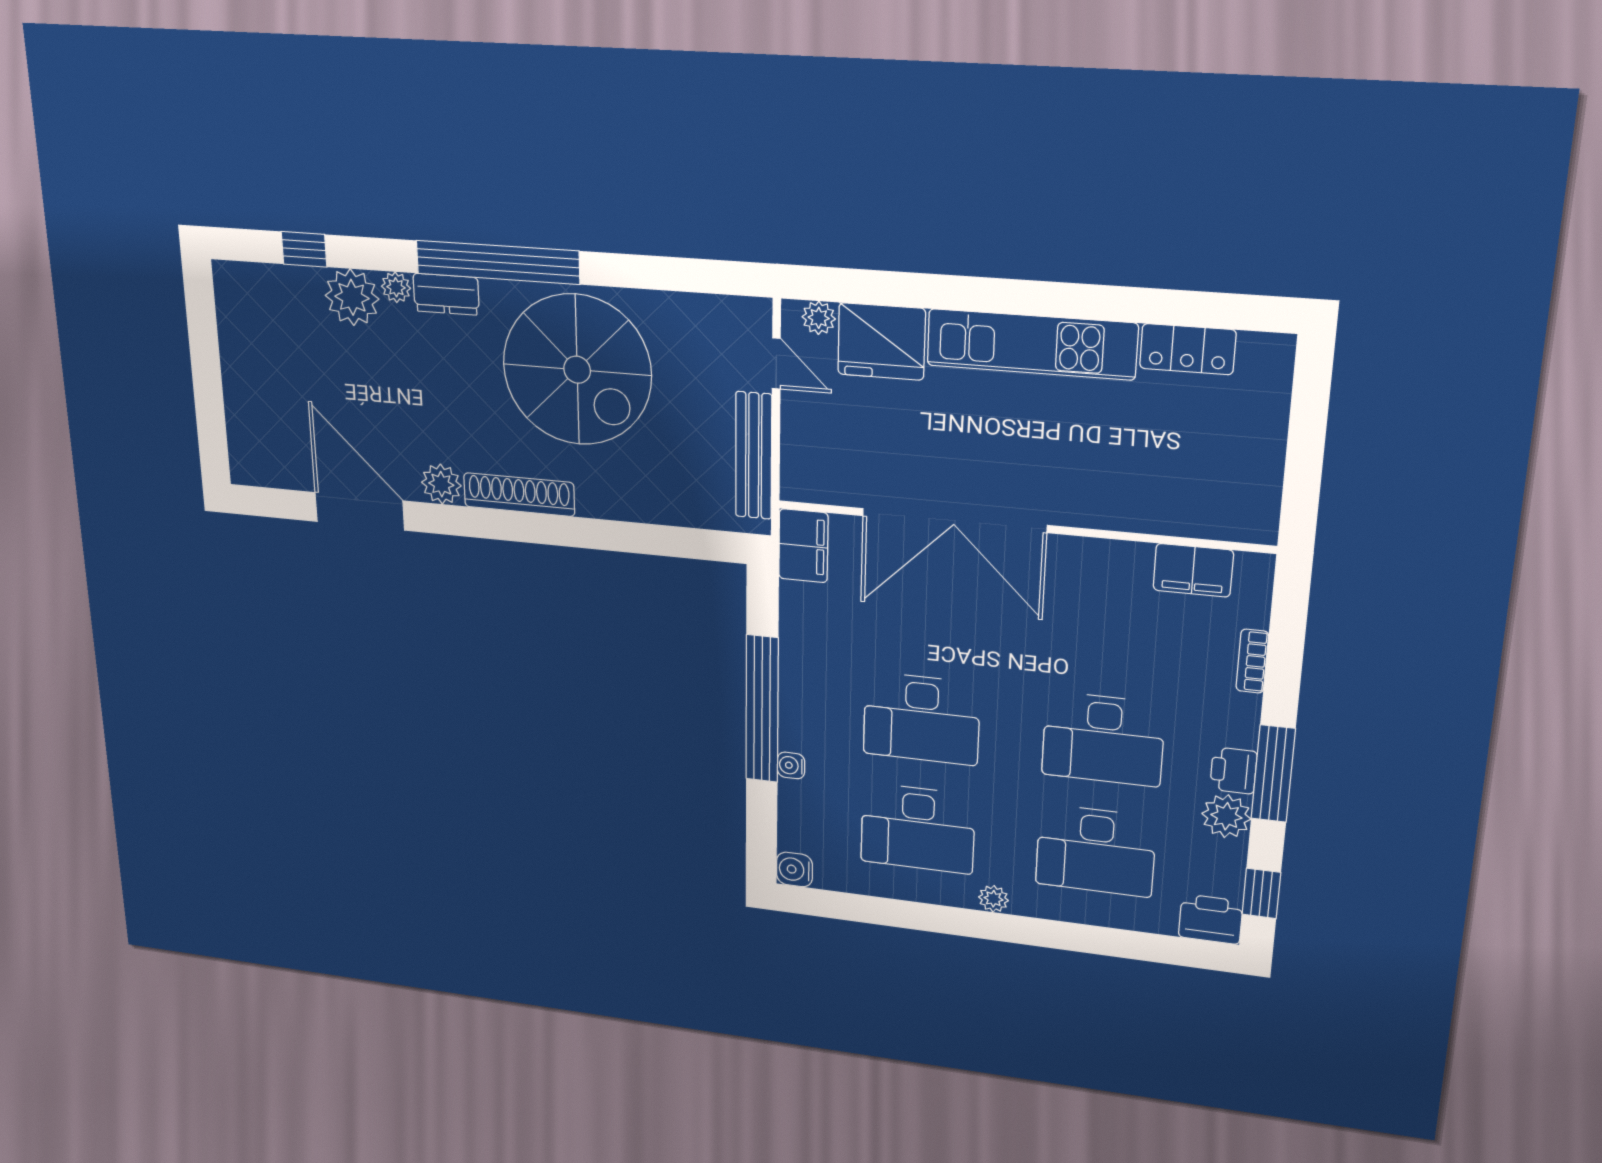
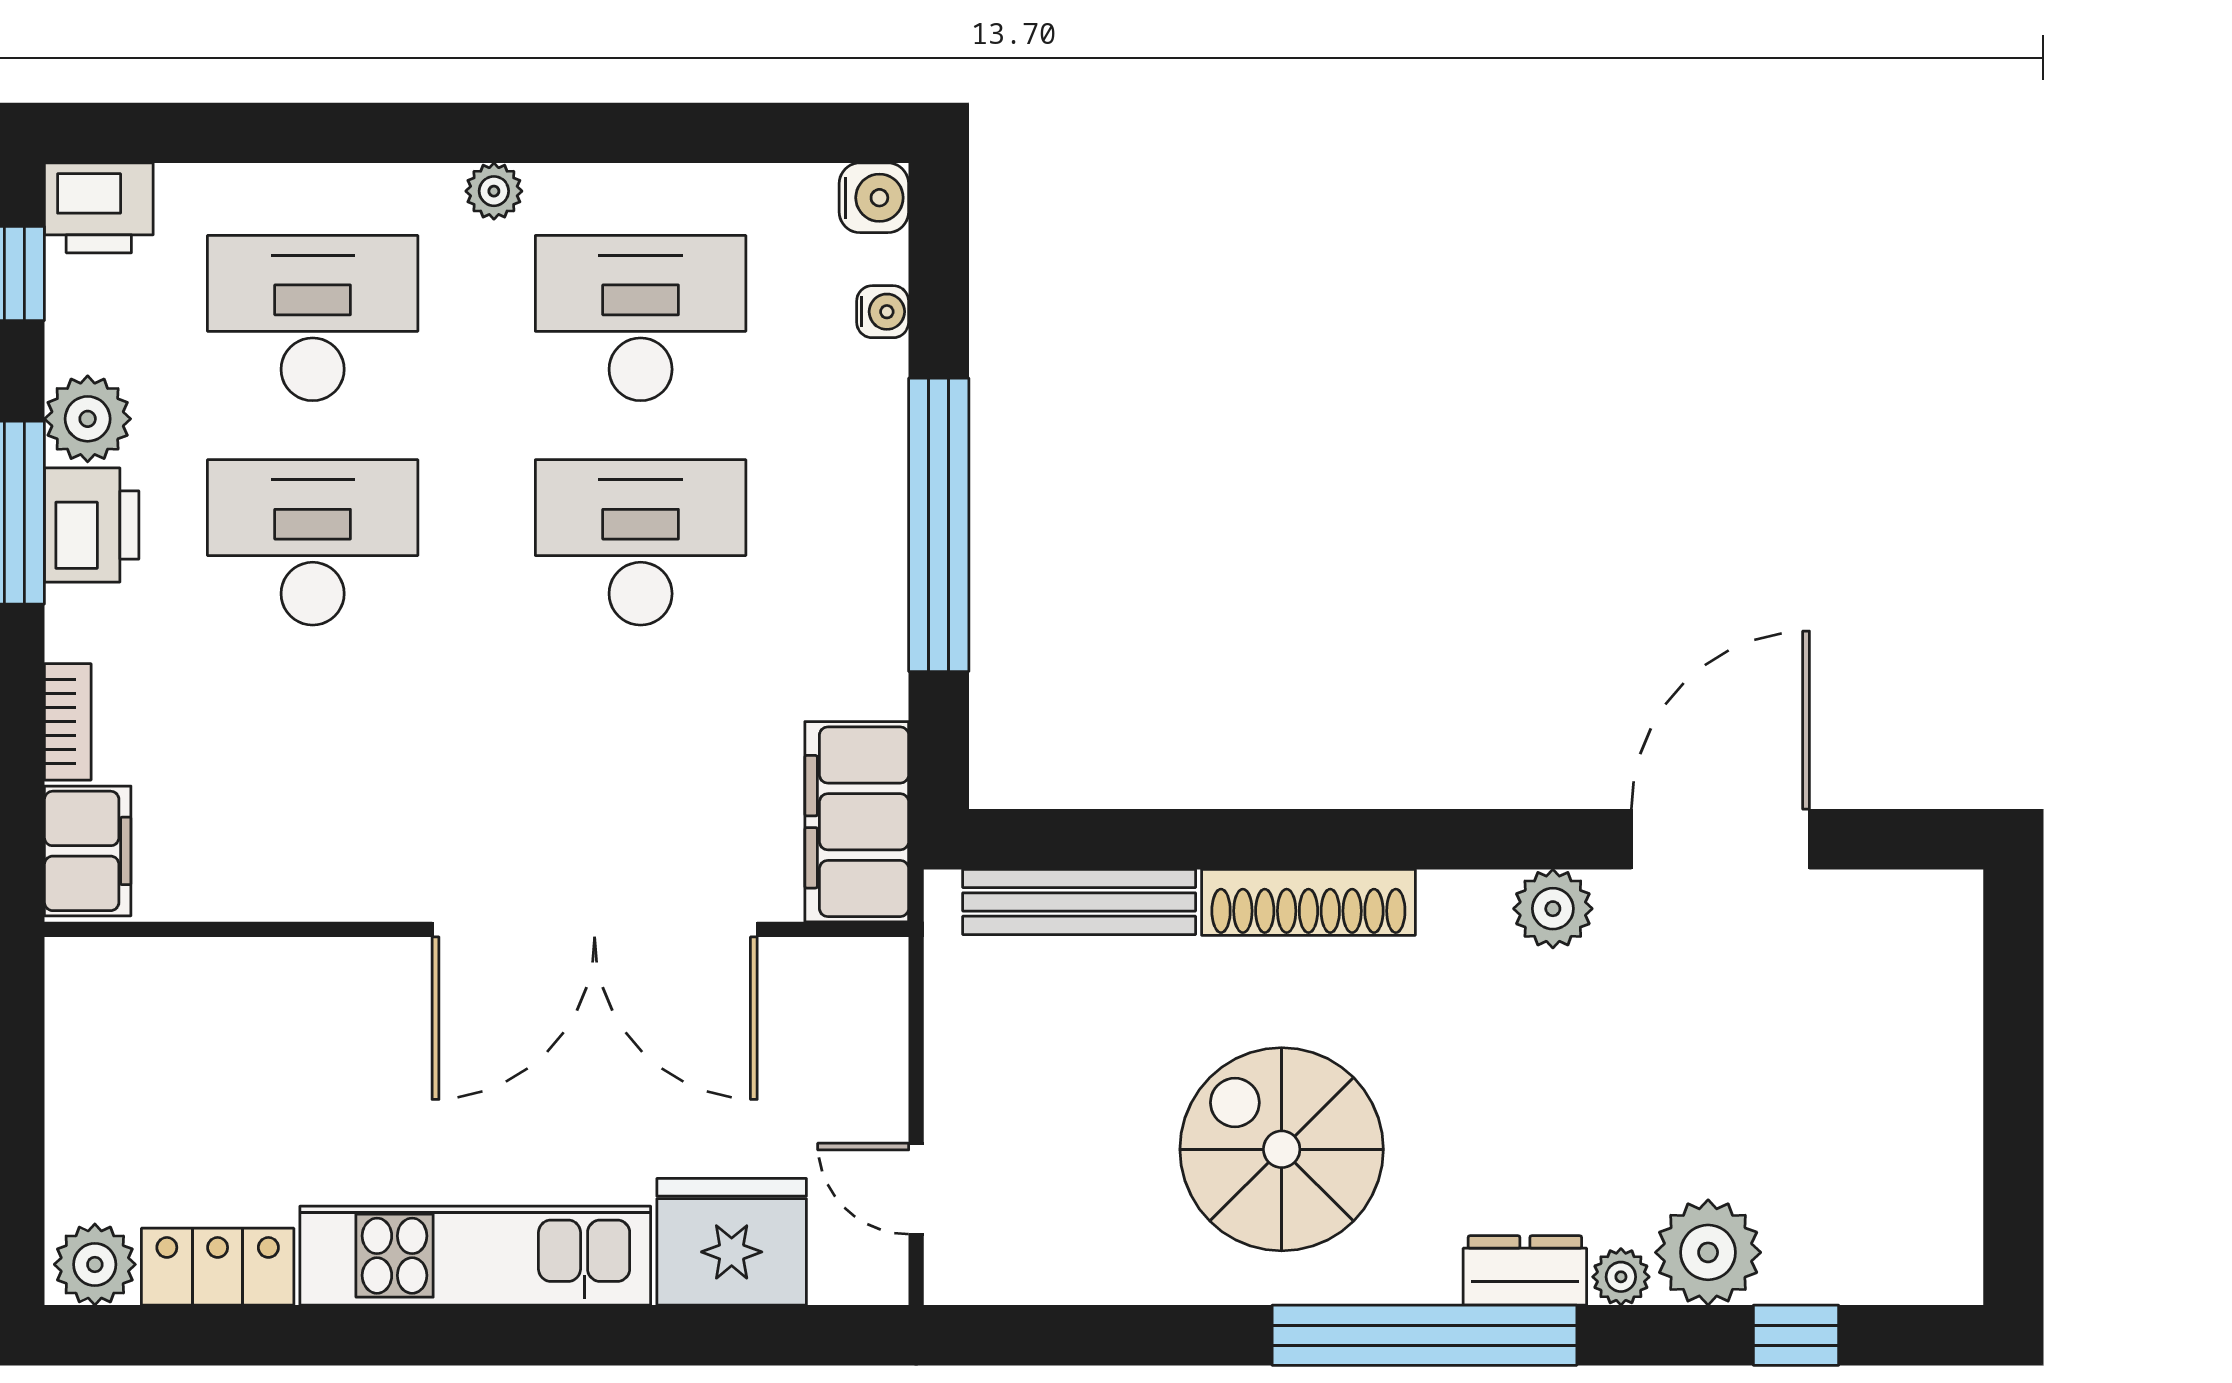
plant: (819, 318) -> (95, 1264), moved, width x1.38, depth x1.38
spiral stairs: (577, 370) -> (1282, 1149), width x0.73, depth x0.73
bench: (754, 456) -> (1079, 902), moved, turned 90
shoe rack: (519, 495) -> (1308, 902), moved
door: (360, 511) -> (1720, 839), swing flipped
double door: (954, 520) -> (595, 929), swing flipped
filing cabinet: (803, 546) -> (857, 822), width x1.50, depth x1.17
filing cabinet: (1193, 570) -> (88, 851), moved, turned 90
water cooler: (791, 765) -> (883, 312), moved
printer: (1233, 771) -> (92, 525), width x1.36, depth x1.24

